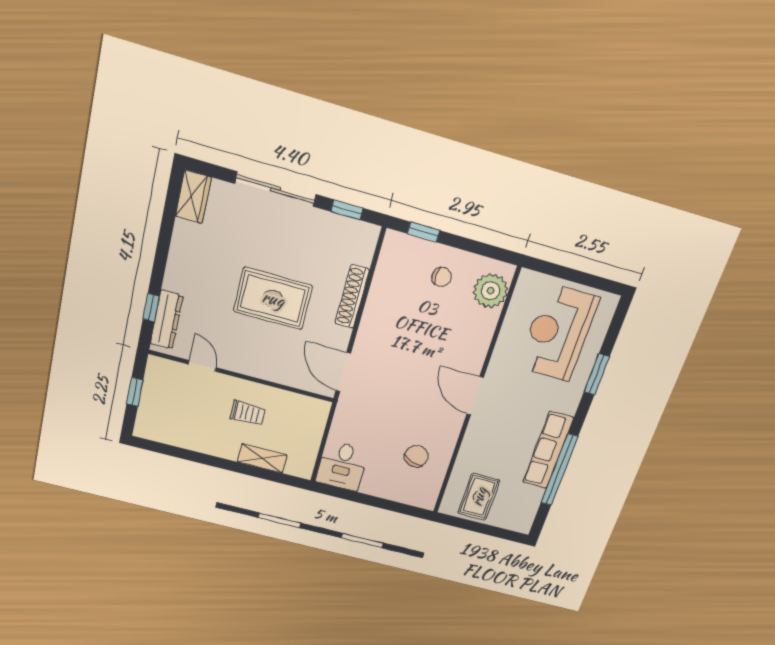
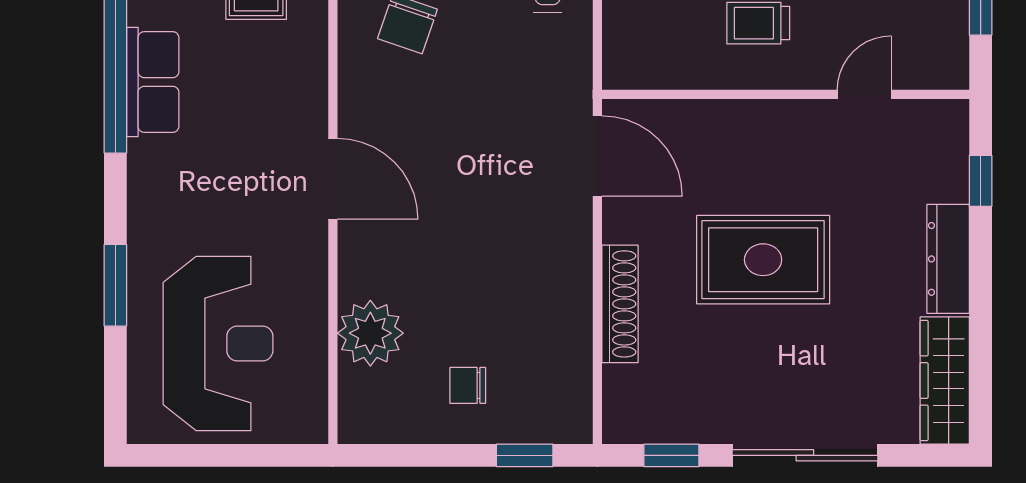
wardrobe: (193, 197) -> (945, 381), width x1.50
plant: (491, 291) -> (370, 333), moved
dresser: (167, 320) -> (948, 259), moved
door: (202, 366) -> (864, 94), swing flipped
row of seats: (548, 450) -> (153, 82), width x0.68

